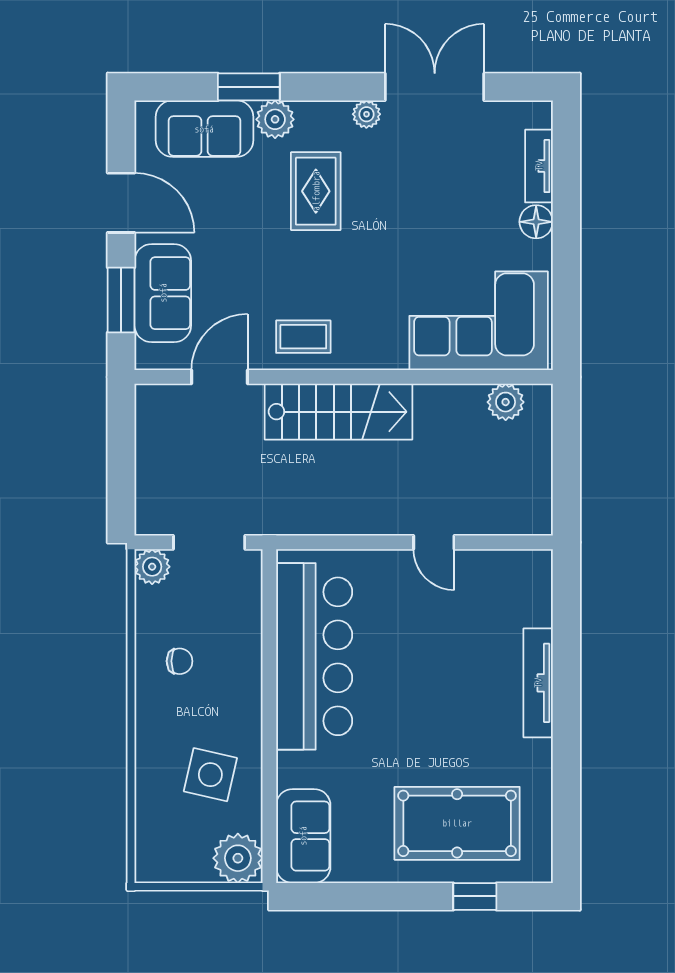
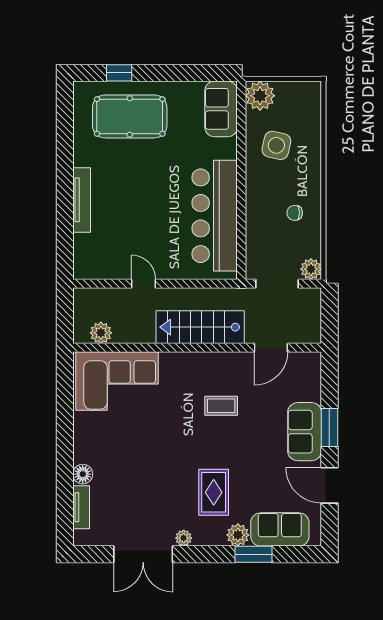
corner sofa: (479, 321) -> (117, 381), moved
door: (219, 377) -> (271, 348), moved
wall: (344, 377) -> (197, 348), moved
plant: (506, 402) -> (101, 333), moved
stairs: (339, 412) -> (200, 327), moved

